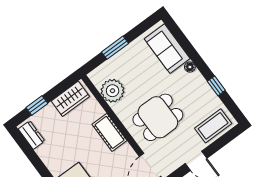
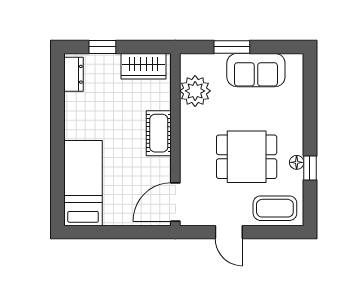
sofa: (167, 49) -> (256, 70), moved, turned -90
floor lamp: (190, 67) -> (297, 162), moved
dining table: (158, 117) -> (247, 157), moved

